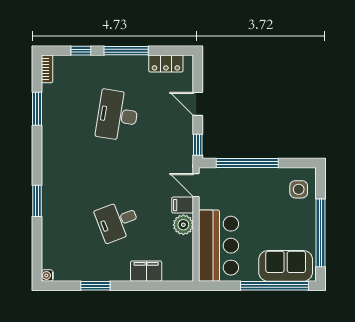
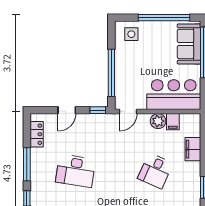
filing cabinet: (183, 205) -> (173, 122), moved
desk: (117, 221) -> (155, 171), turned 45

